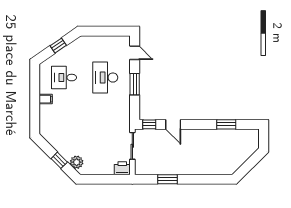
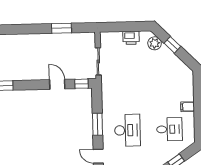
printer: (122, 168) -> (131, 38), moved

